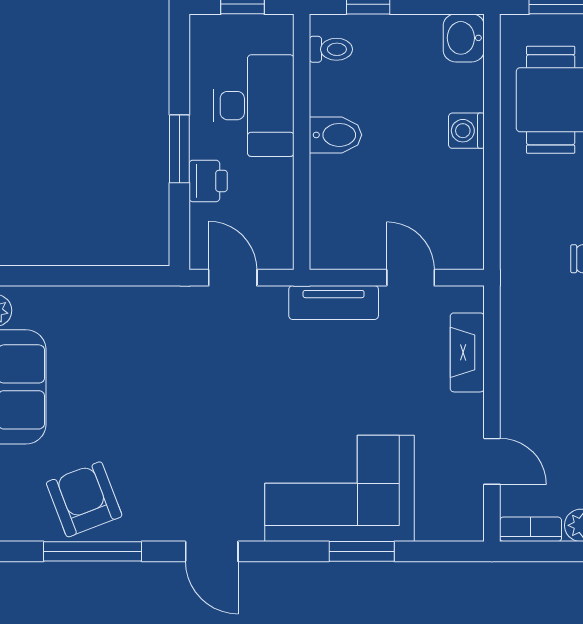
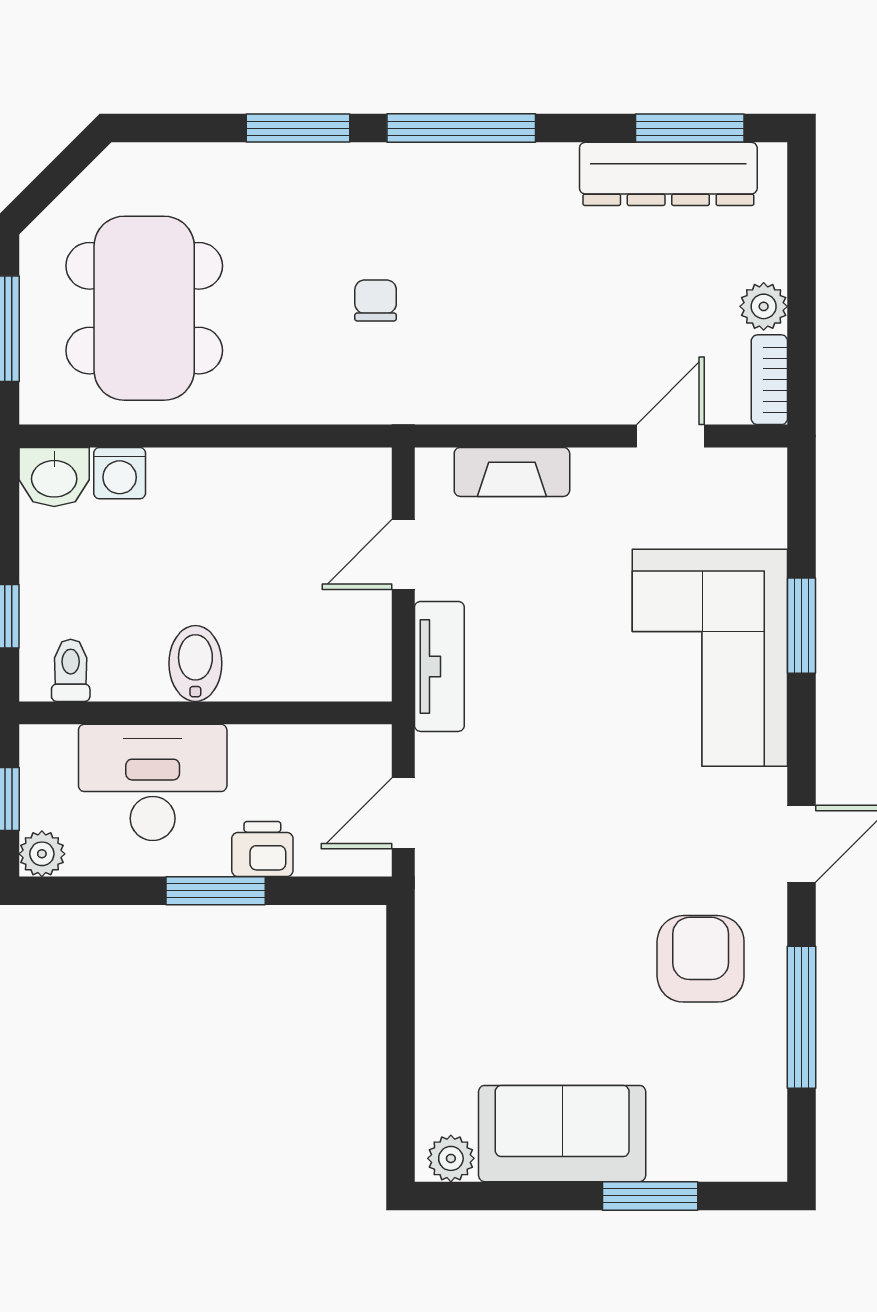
plant: (205, 30) -> (42, 854), added
washing machine: (466, 131) -> (120, 473), moved
armchair: (84, 499) -> (701, 959), moved, turned 111

